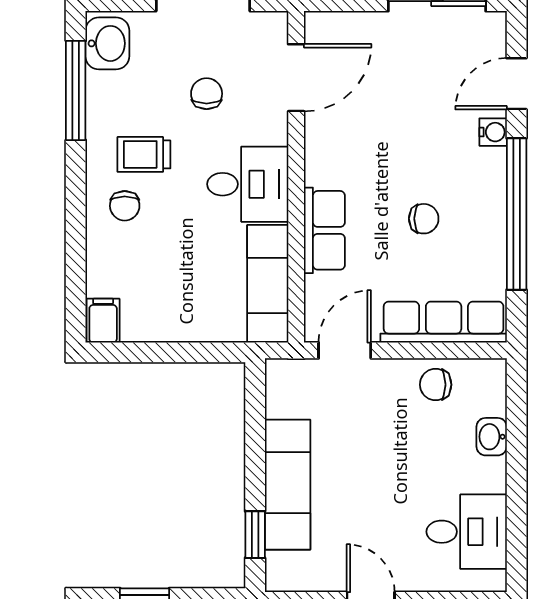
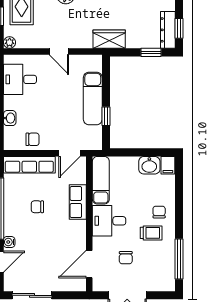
washbasin: (107, 43) -> (149, 165), moved, turned -90
window: (255, 535) -> (106, 116), moved

